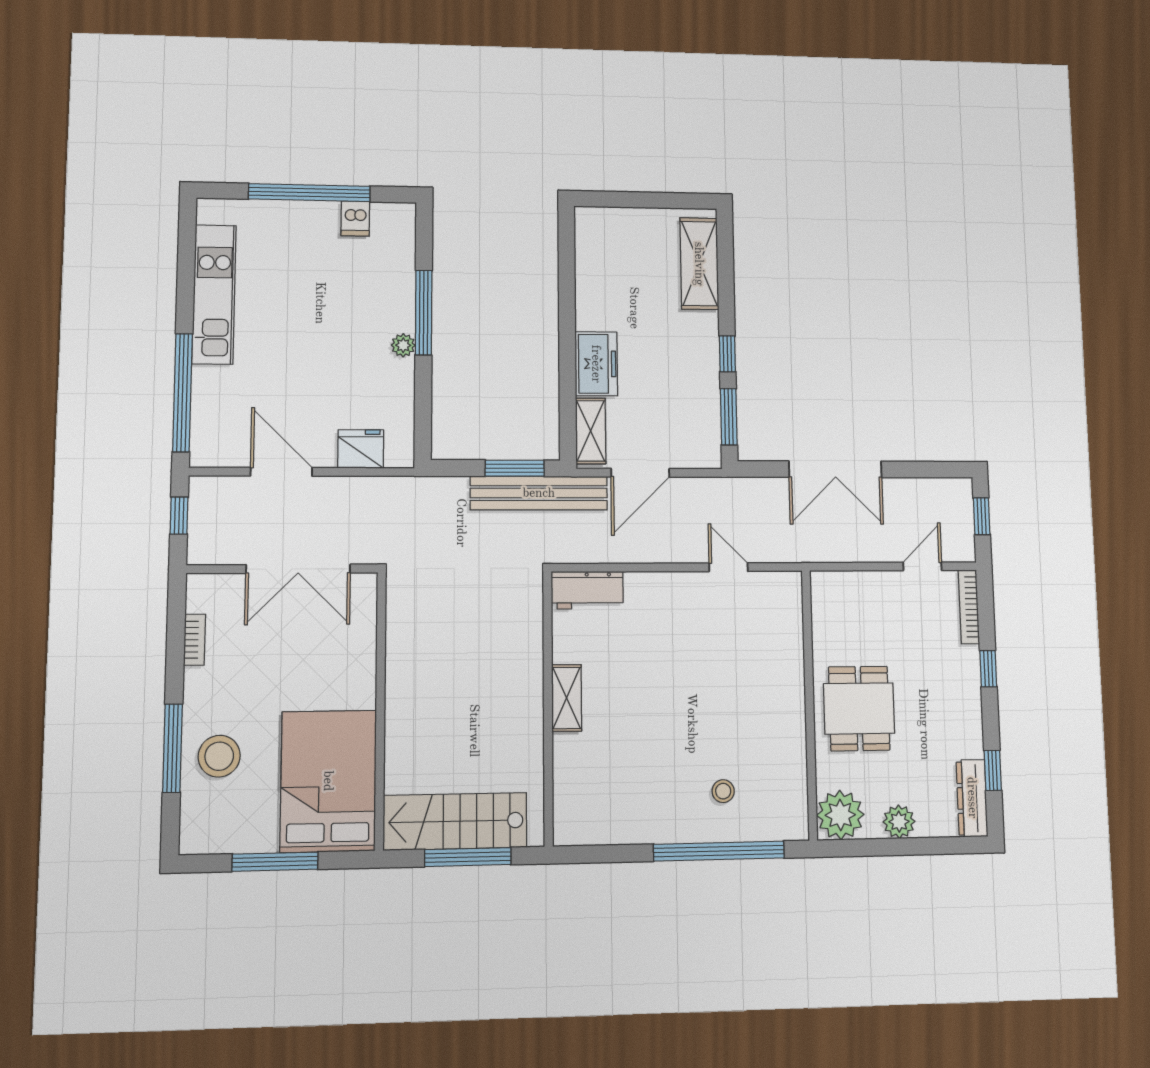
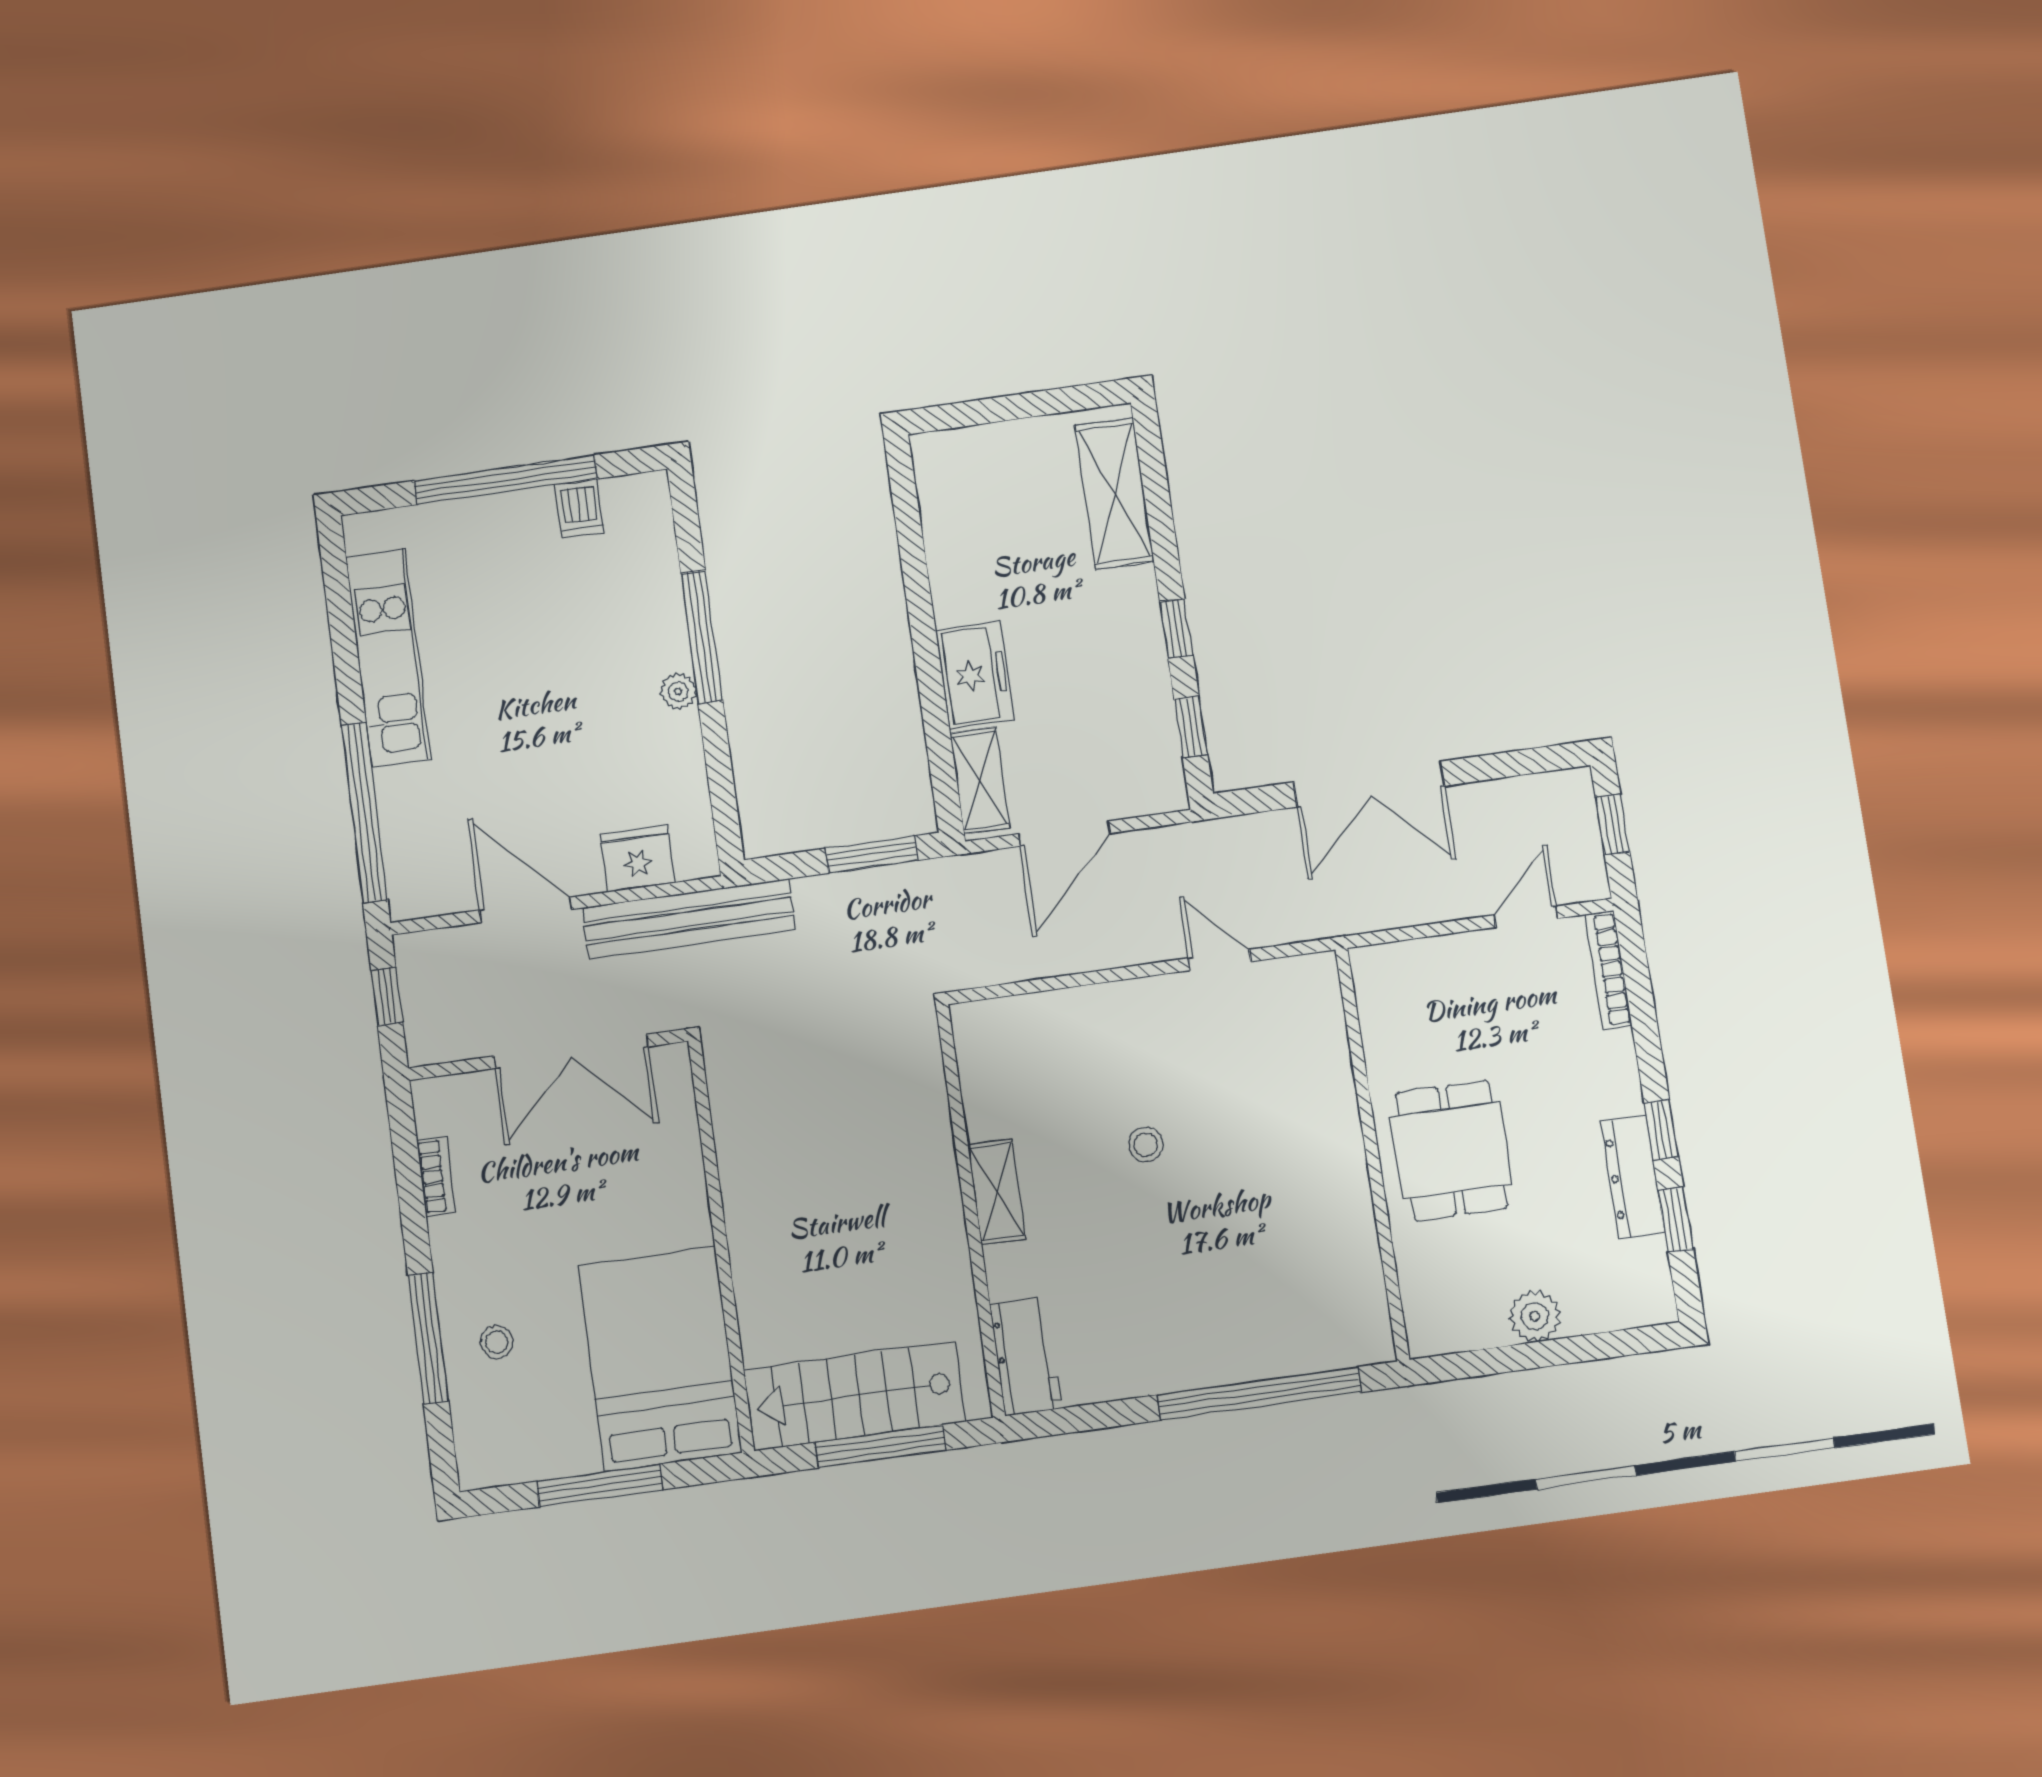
window: (729, 417) -> (1191, 727), width x0.67
bench: (539, 493) -> (689, 919), moved
workbench: (587, 590) -> (1026, 1356), moved, turned -90
window: (988, 669) -> (1661, 1130), moved
stool: (219, 756) -> (497, 1342), width x0.53, depth x0.53
stool: (723, 791) -> (1146, 1145), moved
dresser: (972, 798) -> (1633, 1177), moved
plant: (840, 815) -> (1441, 1317), removed

